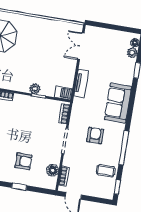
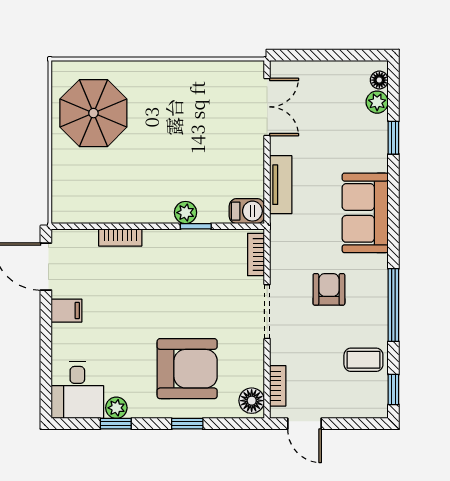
double door: (81, 46) -> (267, 107), swing flipped
armchair: (23, 161) -> (187, 369), width x1.88, depth x1.88
floor lamp: (53, 170) -> (252, 401), moved

